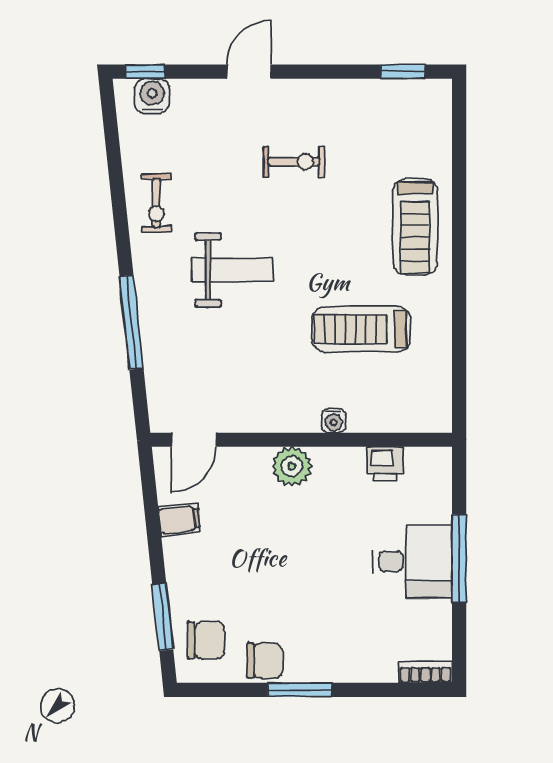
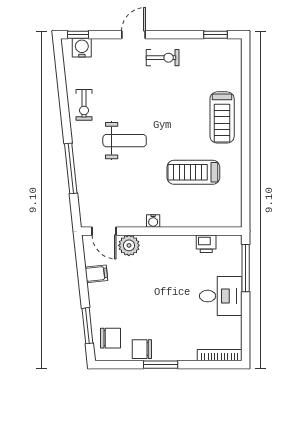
exercise bike: (294, 162) -> (163, 58), moved
water cooler: (334, 421) -> (153, 221), moved
door: (194, 440) -> (104, 231), hinge flipped
plant: (292, 466) -> (129, 245), moved
window: (459, 559) -> (246, 268), moved
chair: (265, 661) -> (142, 349), turned 180
bookcase: (425, 672) -> (220, 355), width x1.56

